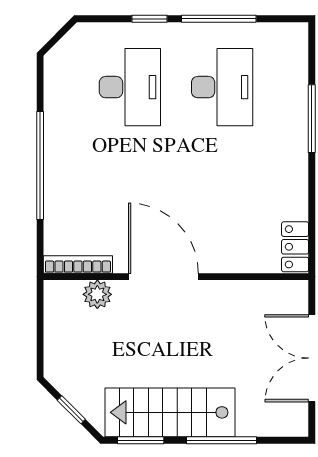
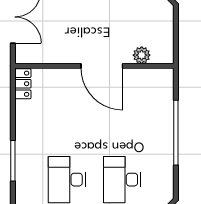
bookcase: (78, 264) -> (153, 73), removed

